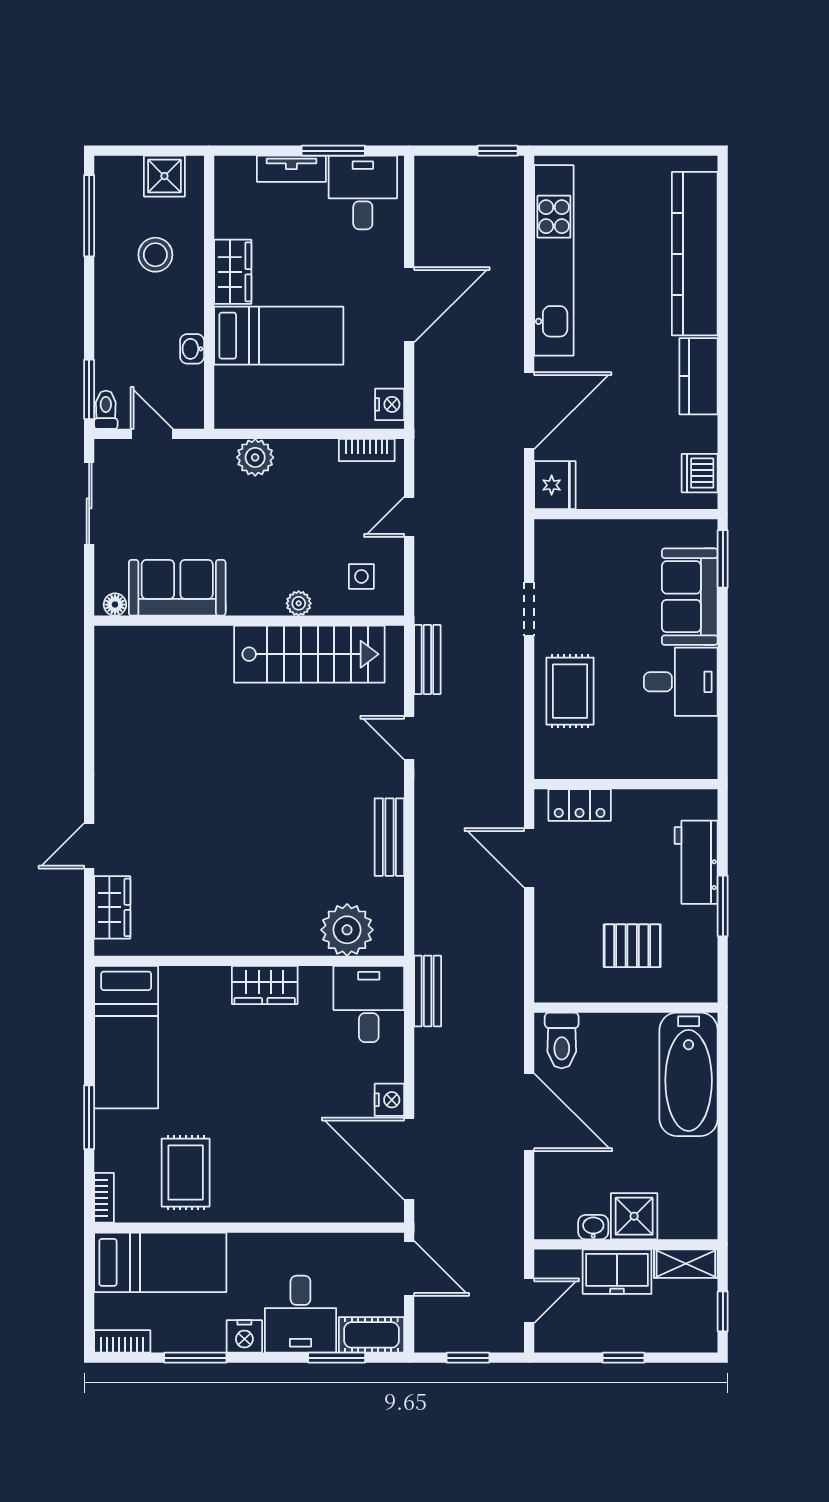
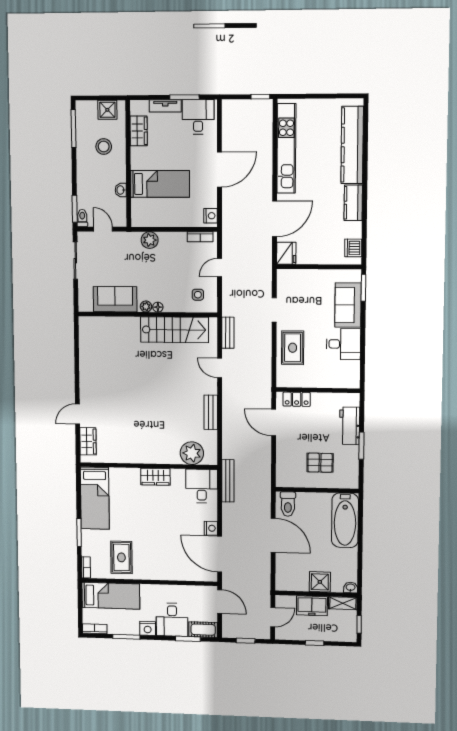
wardrobe: (233, 272) -> (139, 131), moved
plant: (299, 603) -> (146, 306), moved
floor lamp: (115, 605) -> (158, 307), moved
bench: (428, 991) -> (228, 481), width x1.36
washbasin: (593, 1227) -> (351, 588), moved

